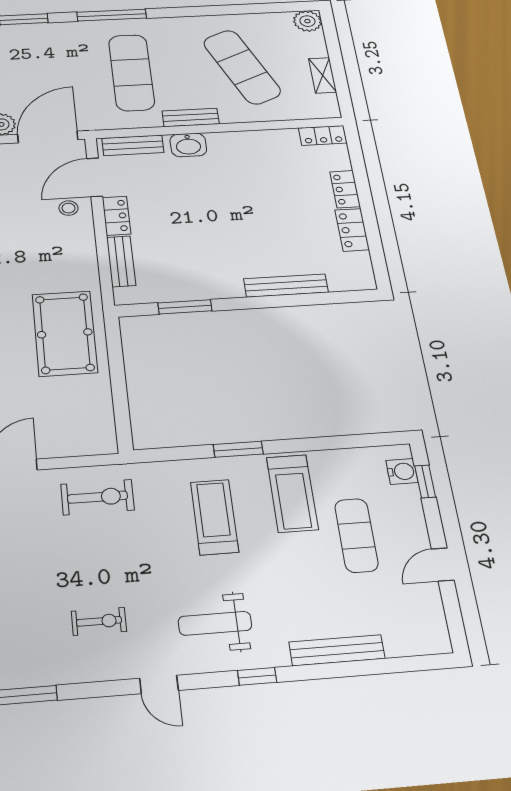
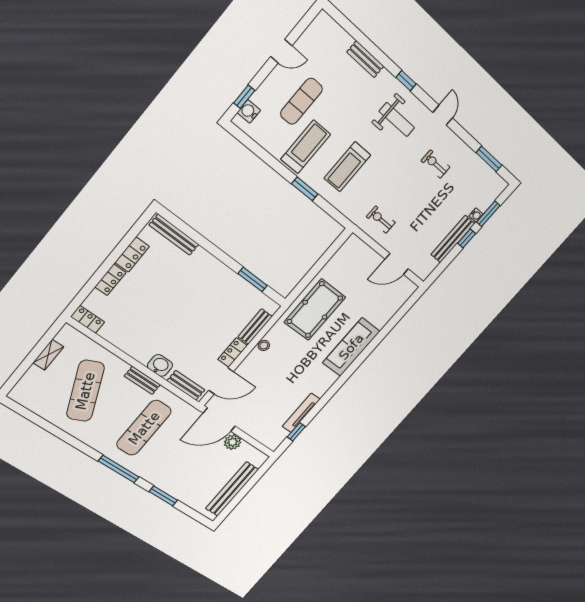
plant: (307, 21) -> (20, 394), removed
stool: (69, 208) -> (264, 345), moved
bench: (286, 286) -> (174, 235), moved
exercise bike: (98, 497) -> (381, 220), width x0.73, depth x0.72
bench: (337, 650) -> (365, 59), width x0.73

